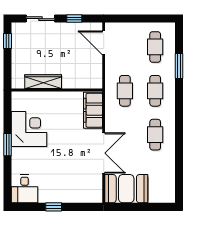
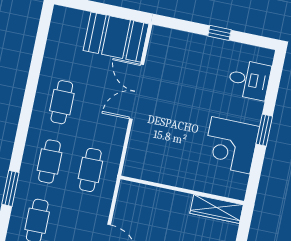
wardrobe: (43, 82) -> (217, 209), moved
filing cabinet: (93, 110) -> (139, 153), removed
desk: (25, 189) -> (249, 80), moved, turned 90

